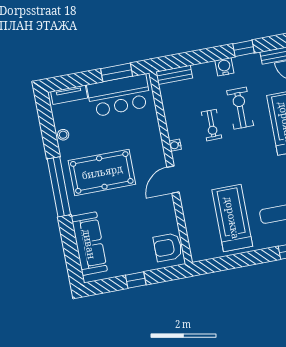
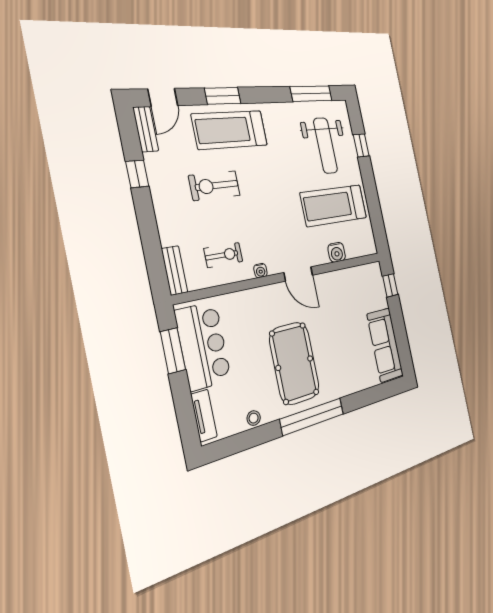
water cooler: (224, 67) -> (337, 252), moved, turned -90
exercise bike: (212, 125) -> (223, 255), moved
sofa: (89, 244) -> (385, 345), moved, turned -90
armchair: (168, 247) -> (365, 281), removed
window: (136, 280) -> (390, 285), moved

